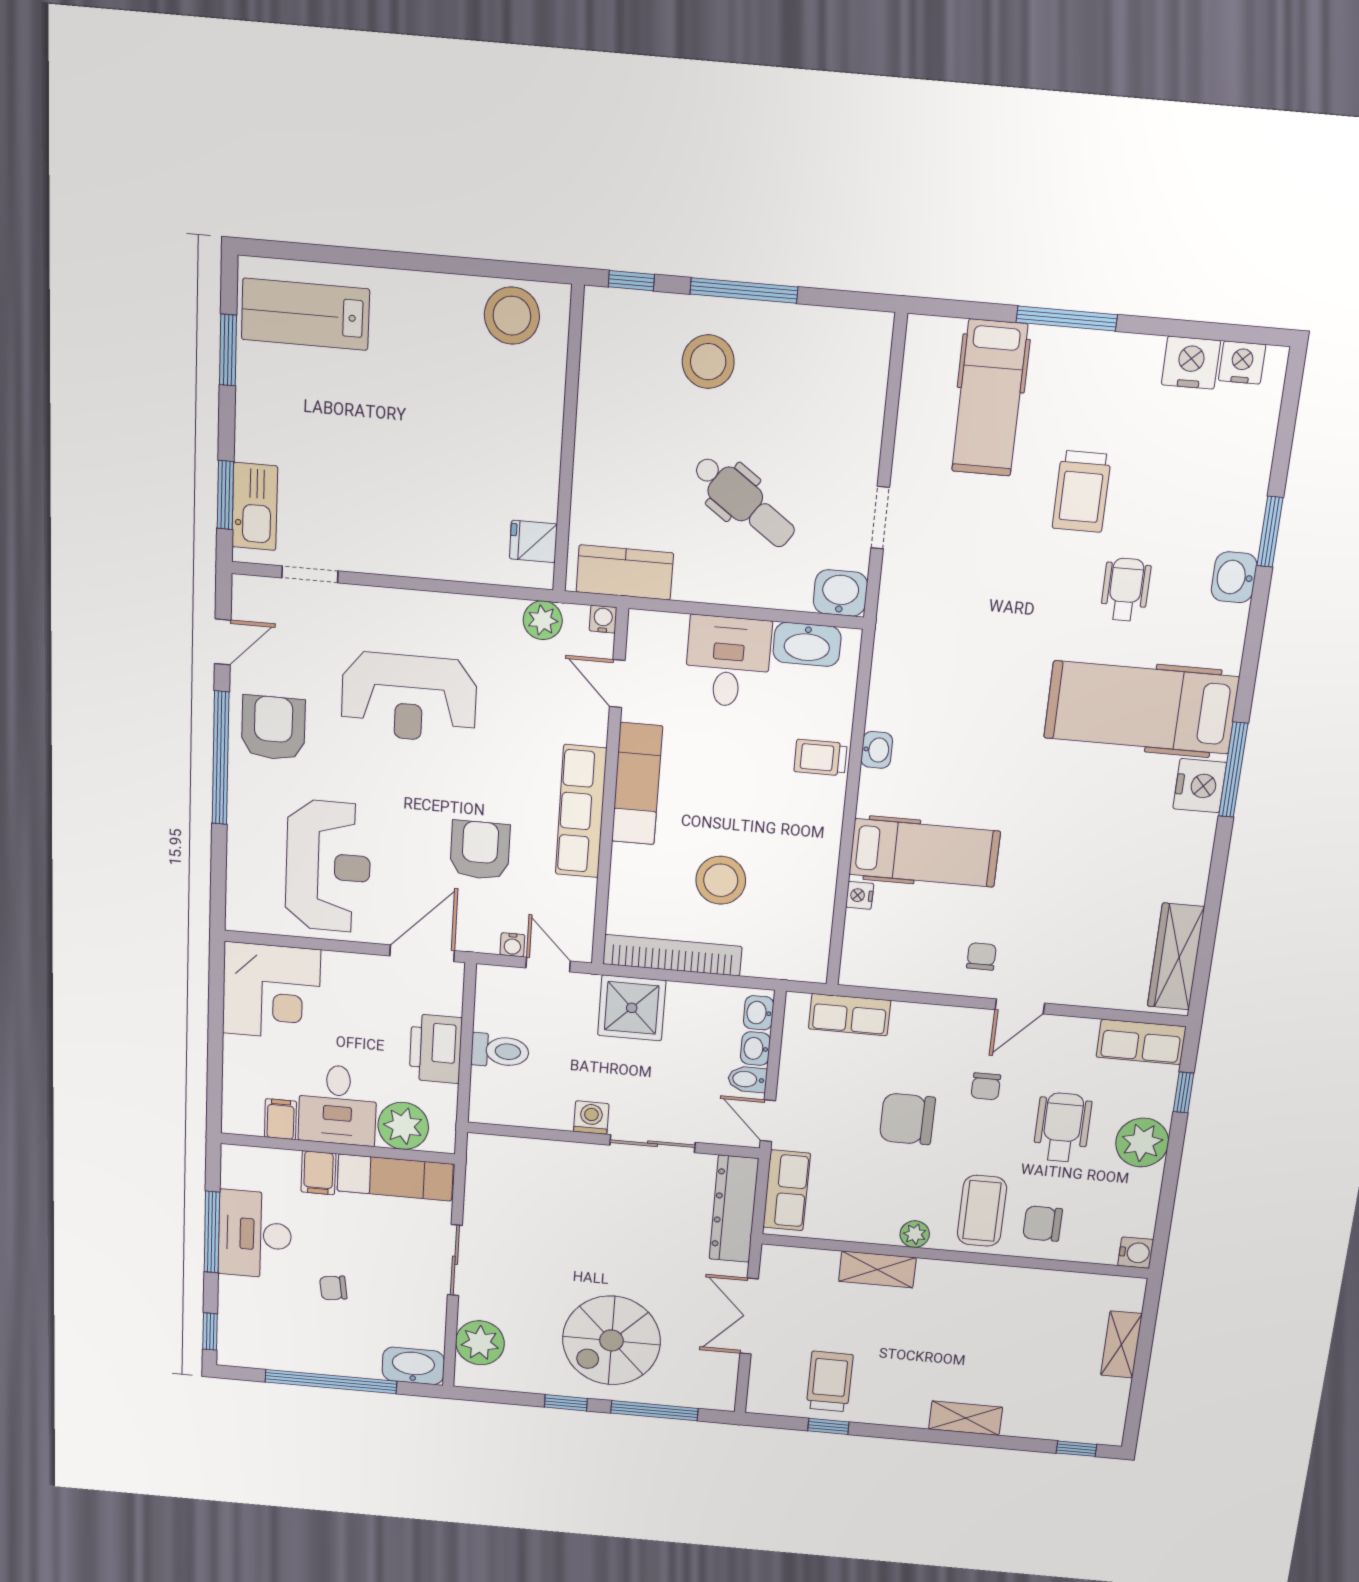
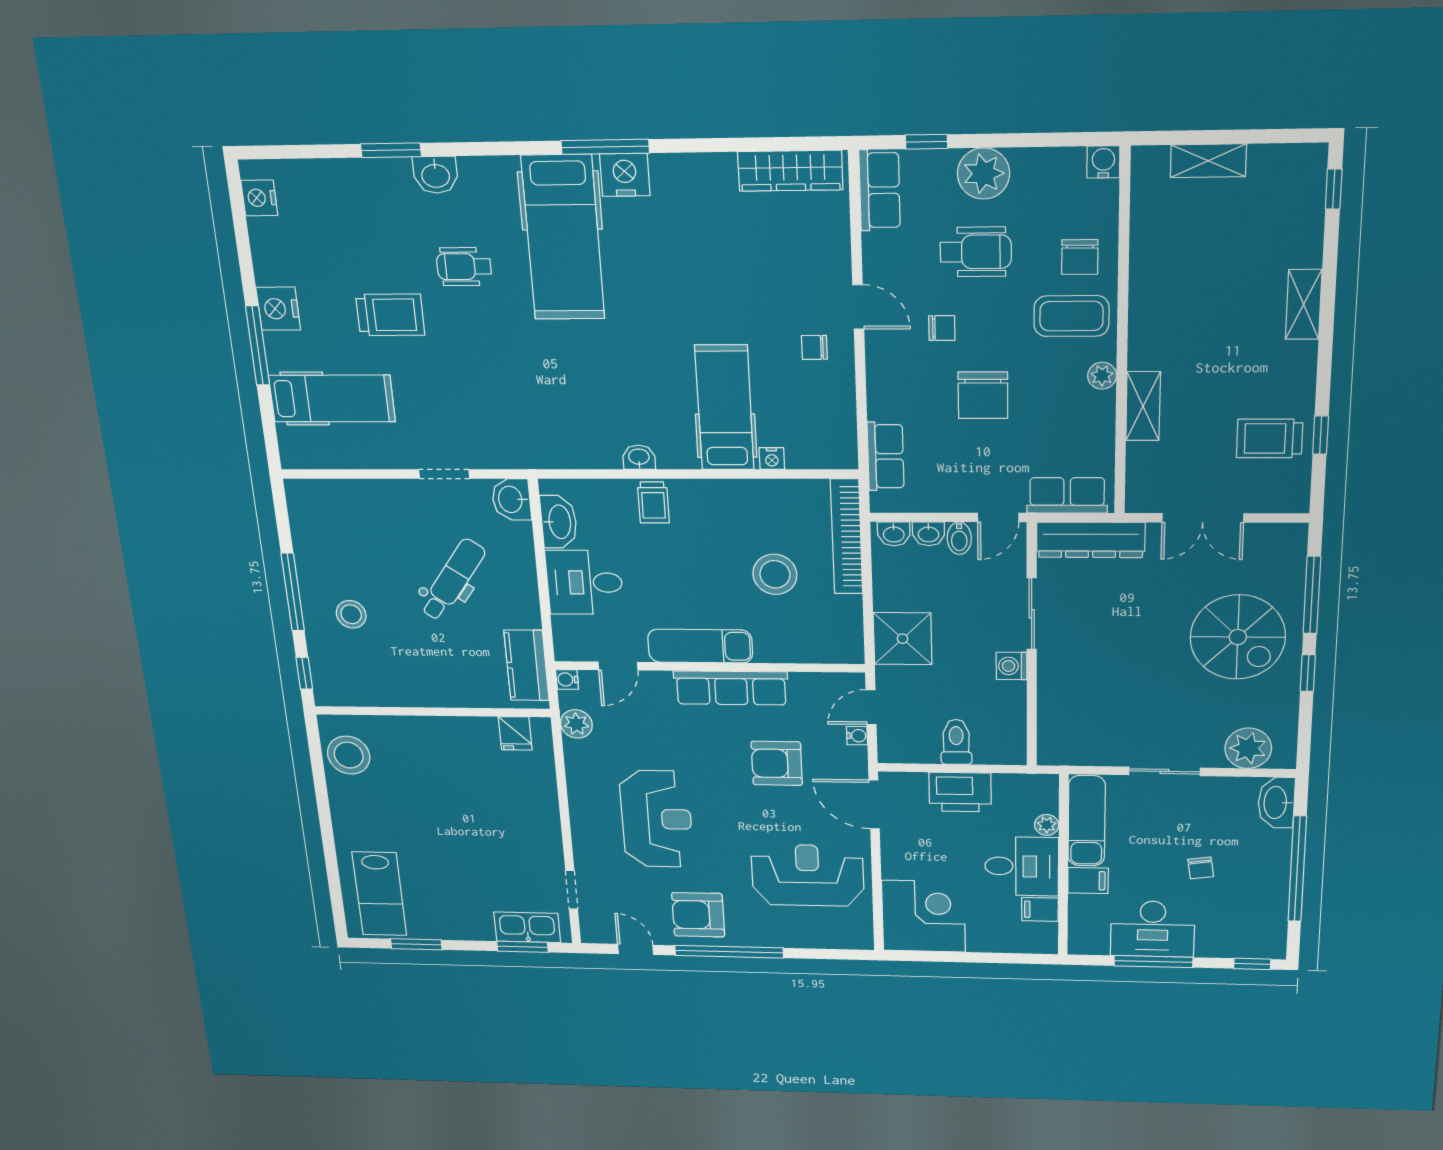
stool: (708, 362) -> (351, 614), width x0.73, depth x0.73
nightstand: (1191, 363) -> (278, 309), moved
bookcase: (672, 955) -> (847, 537), moved
plant: (403, 1126) -> (1047, 825), width x0.53, depth x0.53
wheelchair: (1062, 1127) -> (976, 252), turned 180

